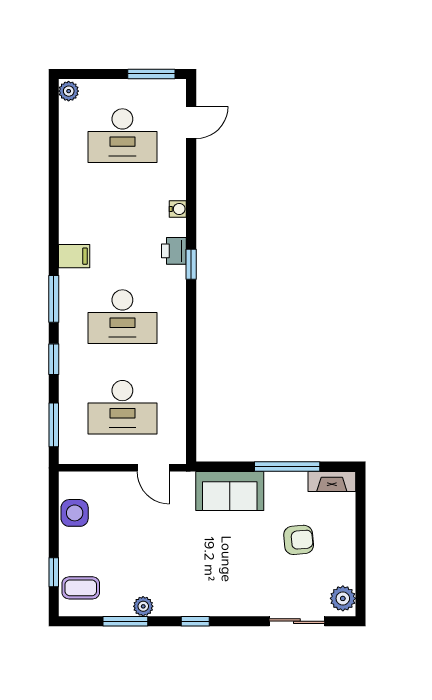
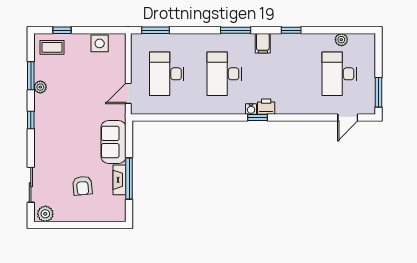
plant: (69, 91) -> (341, 40), moved
door: (191, 122) -> (348, 117), hinge flipped
water cooler: (178, 209) -> (251, 109), moved
window: (54, 359) -> (291, 30), moved
fireplace: (332, 482) -> (120, 180), moved
coffee table: (81, 588) -> (52, 47), turned 90

